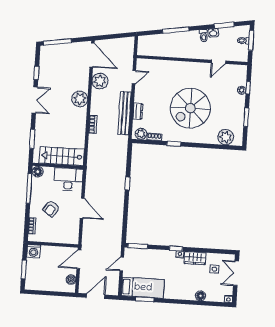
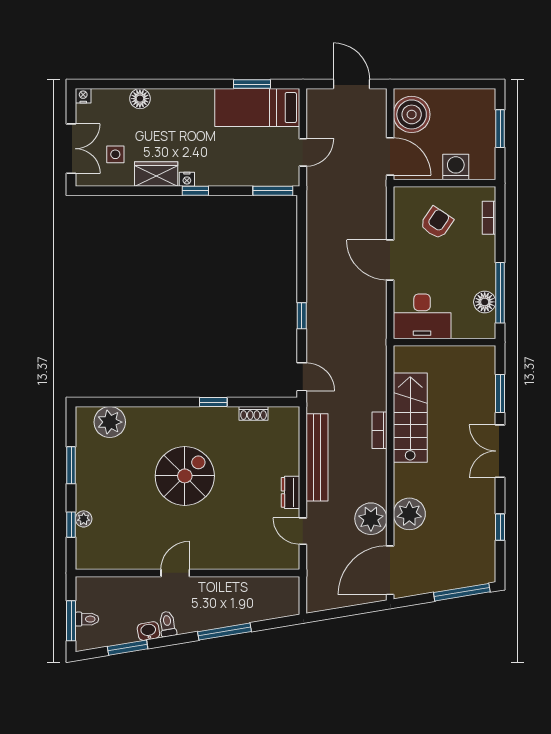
door: (92, 55) -> (390, 570), hinge flipped
door: (219, 62) -> (175, 573), moved
door: (134, 77) -> (303, 531), hinge flipped
plant: (80, 99) -> (409, 514), moved
double door: (35, 100) -> (500, 451), moved
spiral stairs: (190, 108) -> (185, 476), width x0.73, depth x0.73
dresser: (138, 111) -> (291, 492), moved
plant: (141, 134) -> (281, 418), removed
door: (129, 153) -> (302, 377), added
stairs: (62, 156) -> (410, 418), moved, turned -90
floor lamp: (38, 172) -> (485, 302), moved
armchair: (51, 209) -> (437, 223), moved
washing machine: (33, 251) -> (456, 167), moved
door: (79, 259) -> (390, 156), hinge flipped
boiler: (71, 280) -> (412, 114), width x1.86, depth x1.86
door: (96, 296) -> (351, 84), swing flipped

